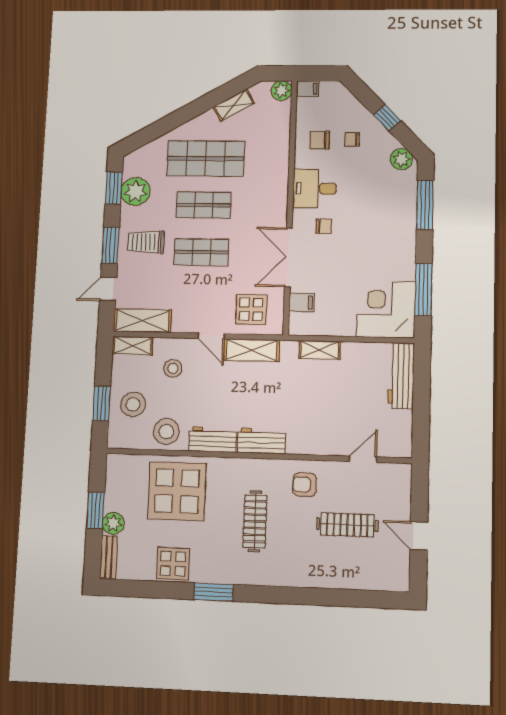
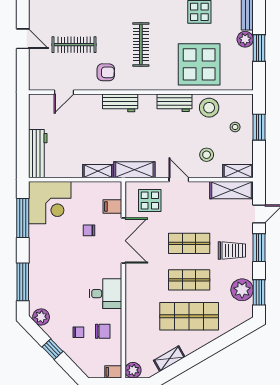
chair: (324, 226) -> (89, 230), moved
shelving: (252, 350) -> (134, 170), moved
stool: (133, 404) -> (235, 127), width x0.53, depth x0.53
workbench: (261, 441) -> (120, 103), moved

